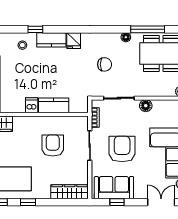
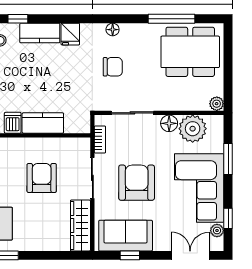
floor lamp: (126, 37) -> (113, 30), moved
plant: (163, 110) -> (193, 129), added
wardrobe: (70, 192) -> (80, 225), moved, turned -90

